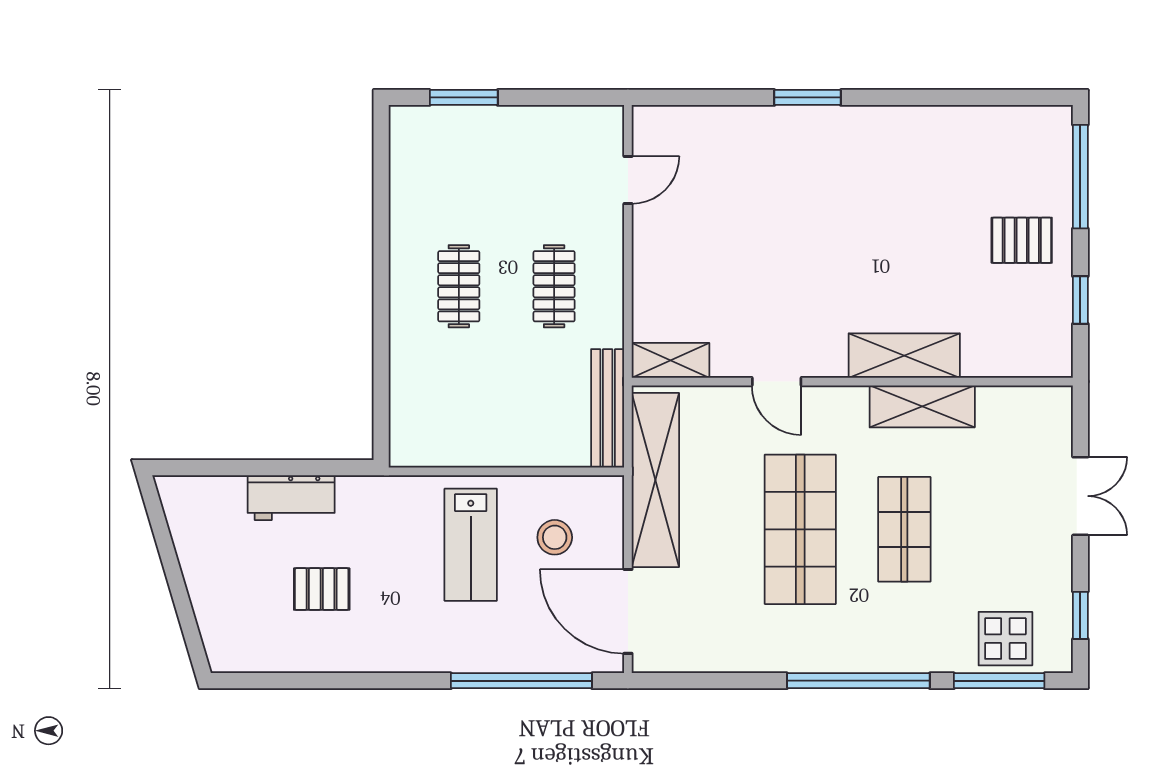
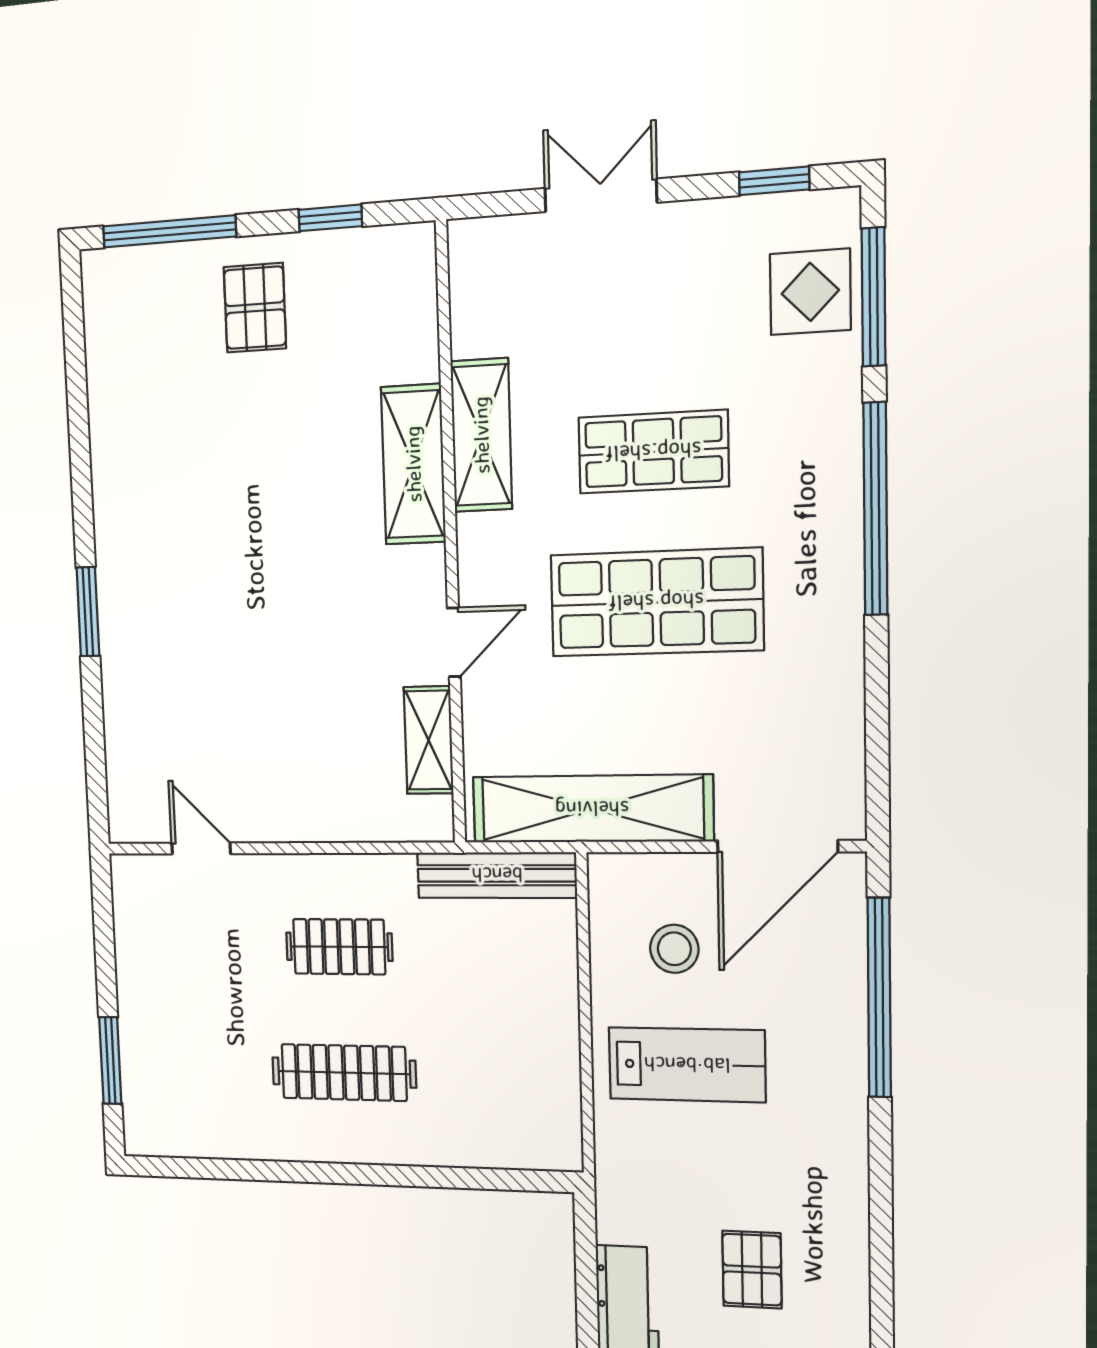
clothes rail: (459, 286) -> (344, 1073), width x1.36
shelving: (671, 360) -> (429, 740), moved

